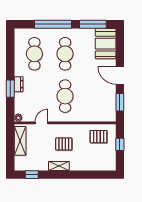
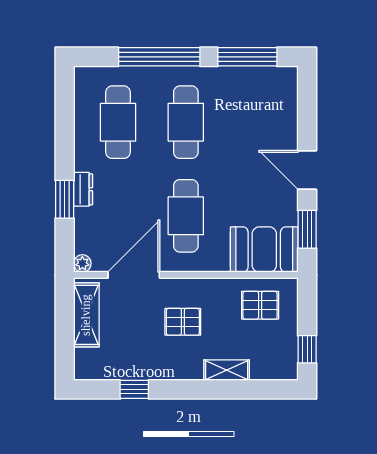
booth: (106, 44) -> (264, 250), moved, turned 90
door: (42, 123) -> (134, 275), width x1.87
window: (120, 144) -> (307, 349), moved
shelving: (59, 166) -> (227, 370), moved
window: (32, 175) -> (134, 389), moved

